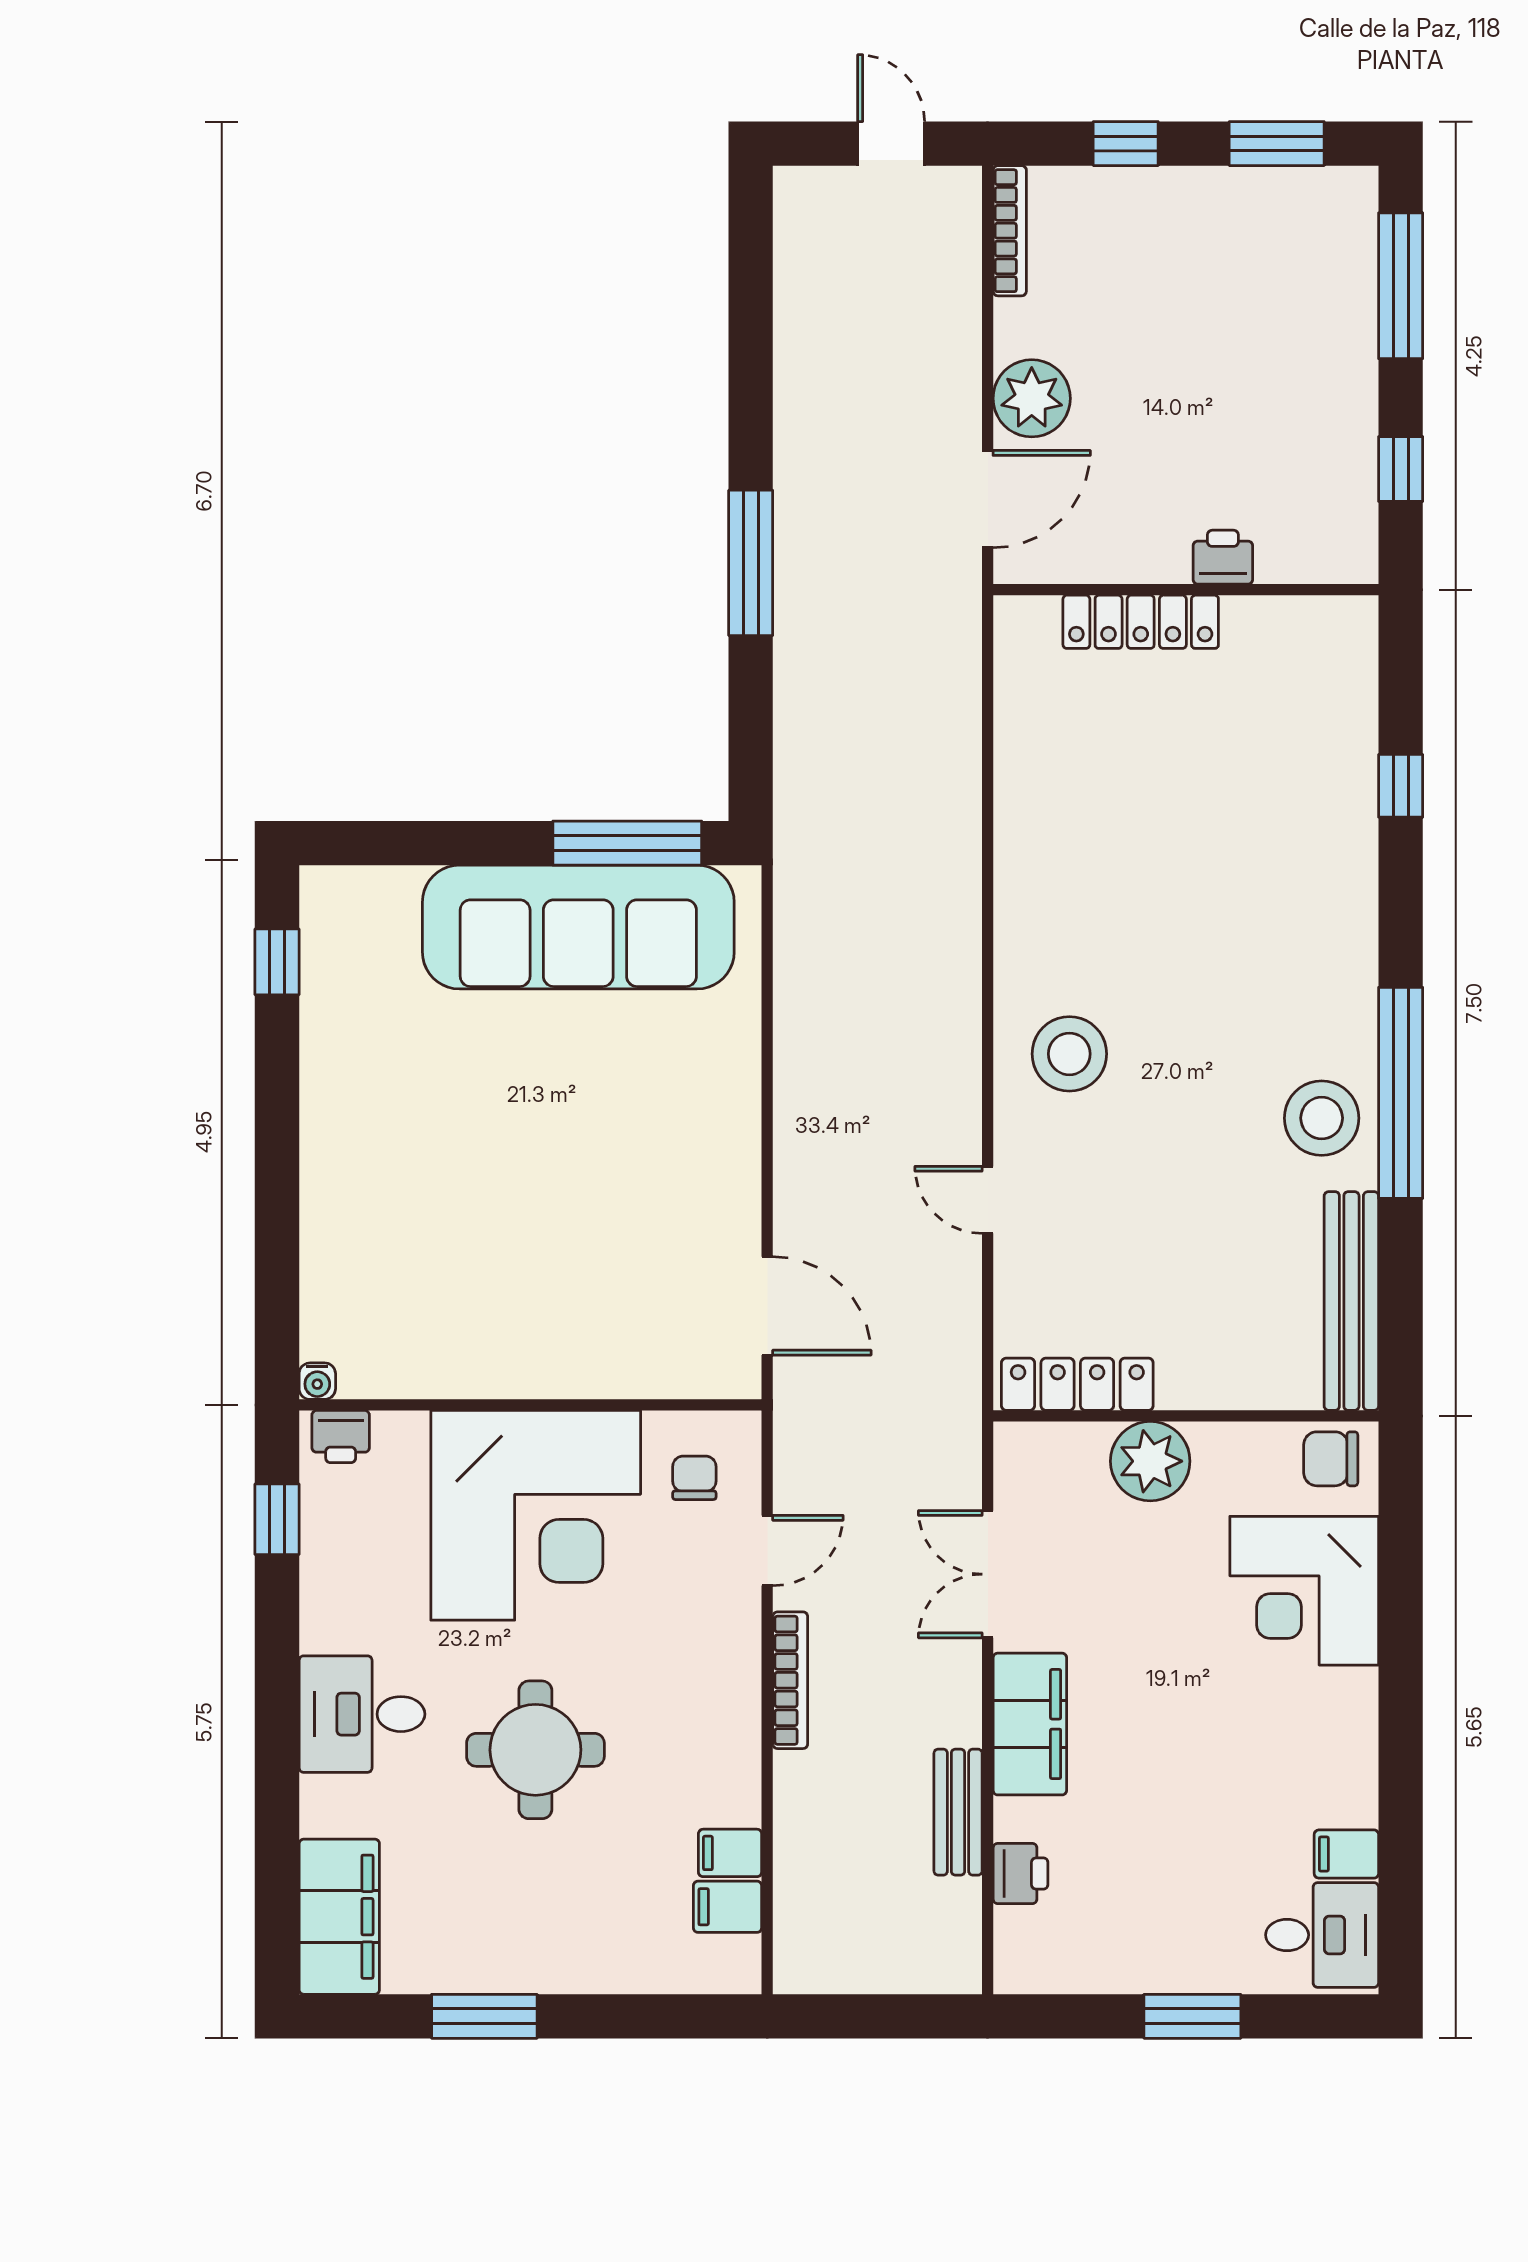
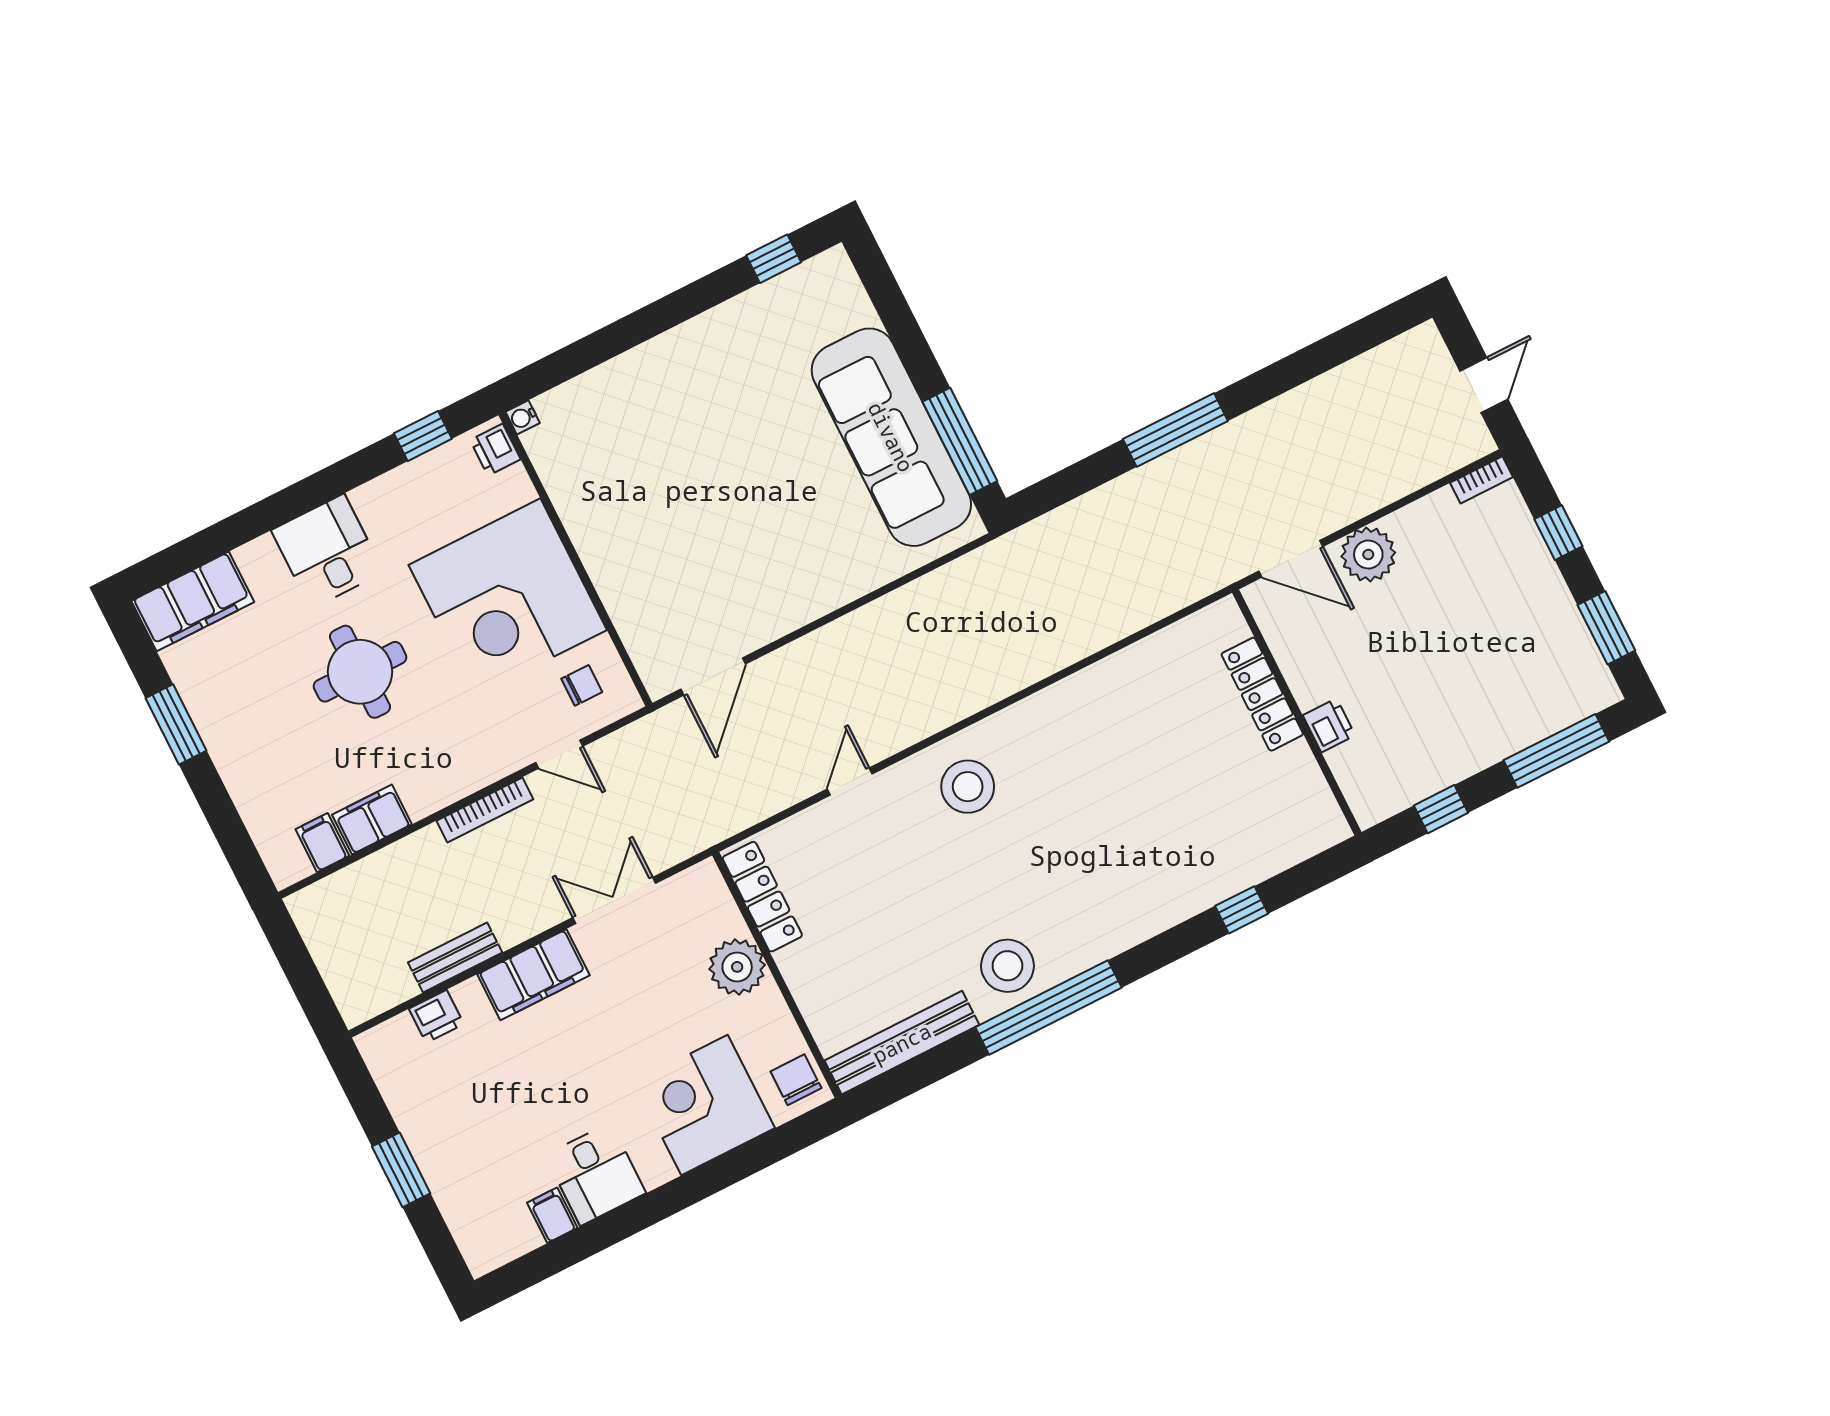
bookcase: (1010, 231) -> (1481, 480), width x0.64
filing cabinet: (730, 1853) -> (372, 820), width x2.00
desk: (1322, 1935) -> (595, 1174), moved

